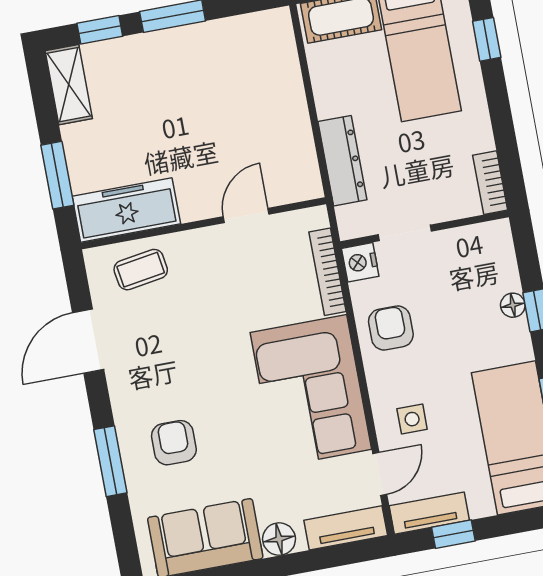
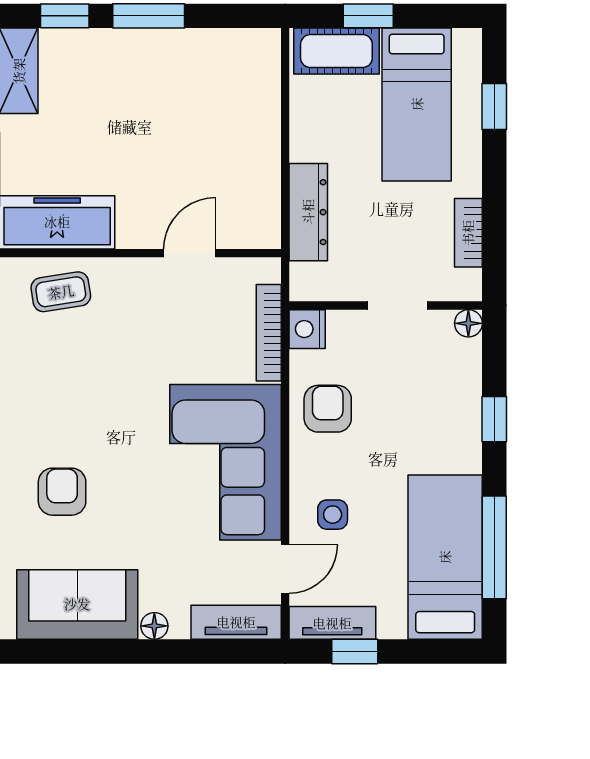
bookcase: (490, 183) -> (468, 233), moved
doorway: (405, 233) -> (398, 306), moved
floor lamp: (513, 305) -> (468, 323), moved
floor lamp: (279, 539) -> (154, 626), width x0.73, depth x0.73

